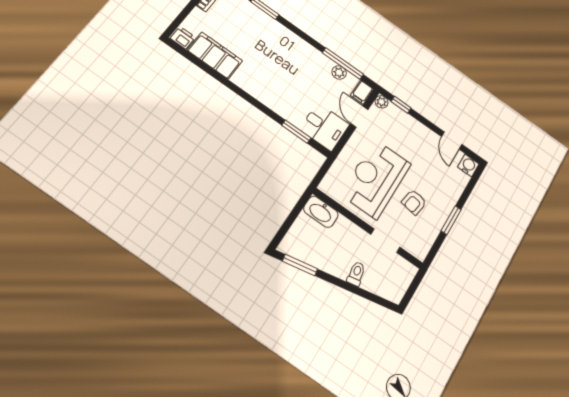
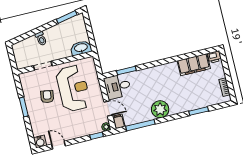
plant: (339, 72) -> (160, 109), moved, width x1.88, depth x1.88

